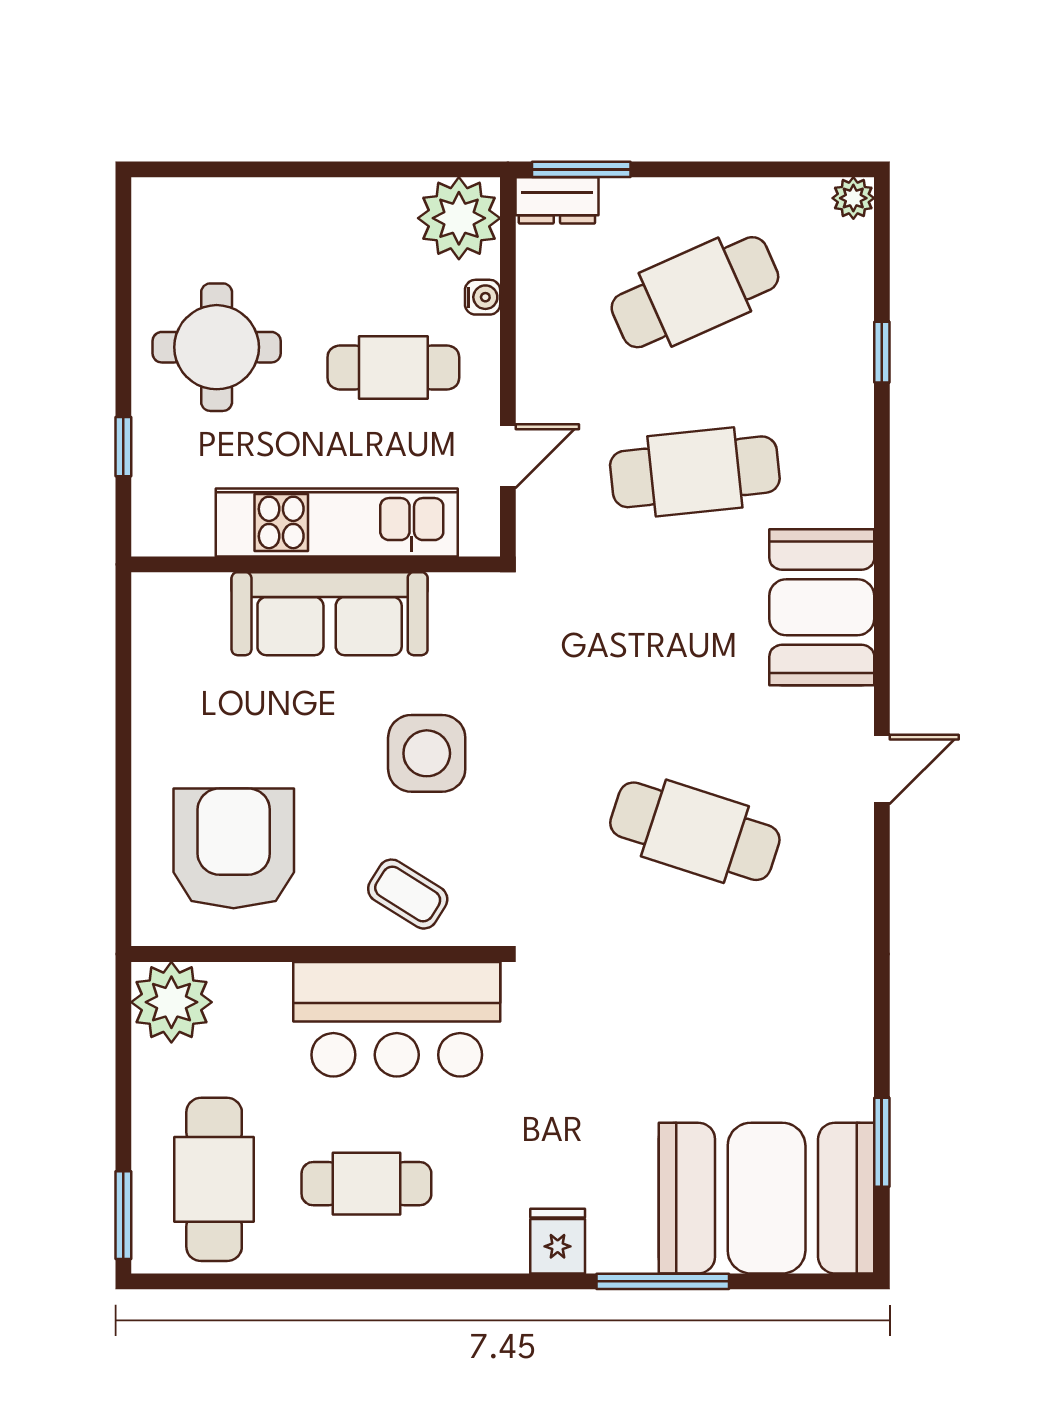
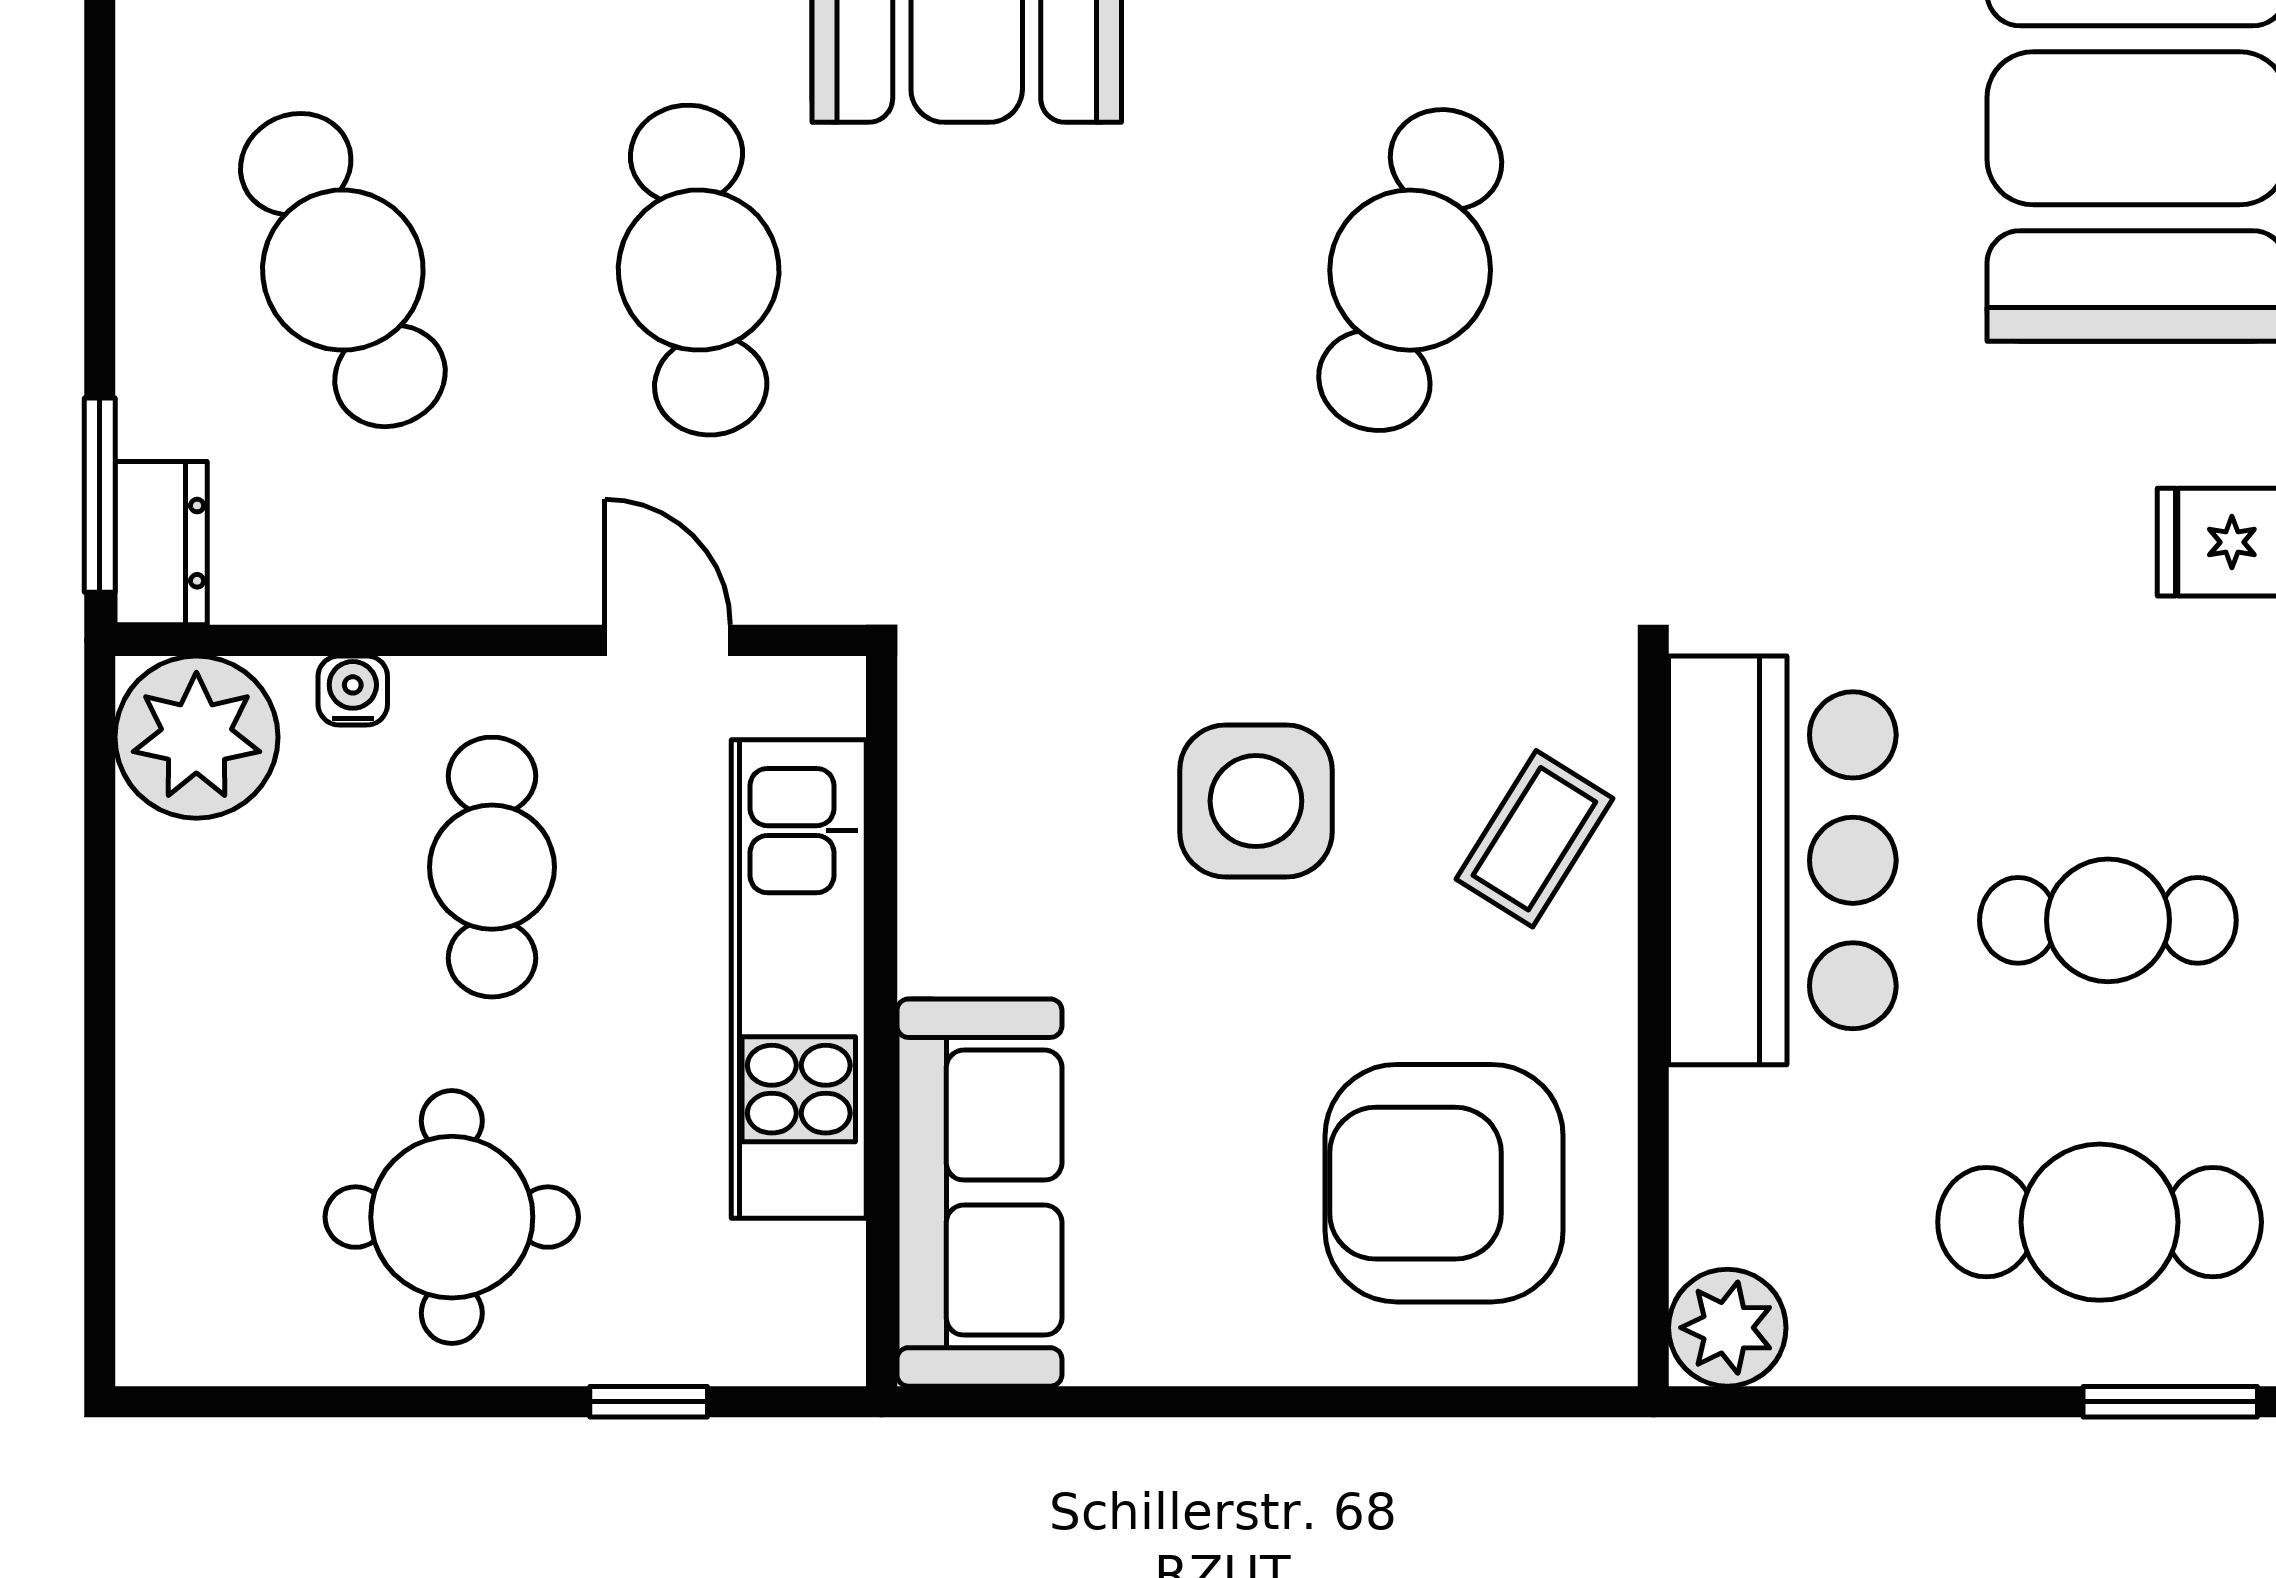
sofa: (330, 614) -> (979, 1193), moved
plant: (171, 1002) -> (1727, 1328), width x0.73, depth x0.73
cafe table: (366, 1184) -> (2108, 920), turned 90

